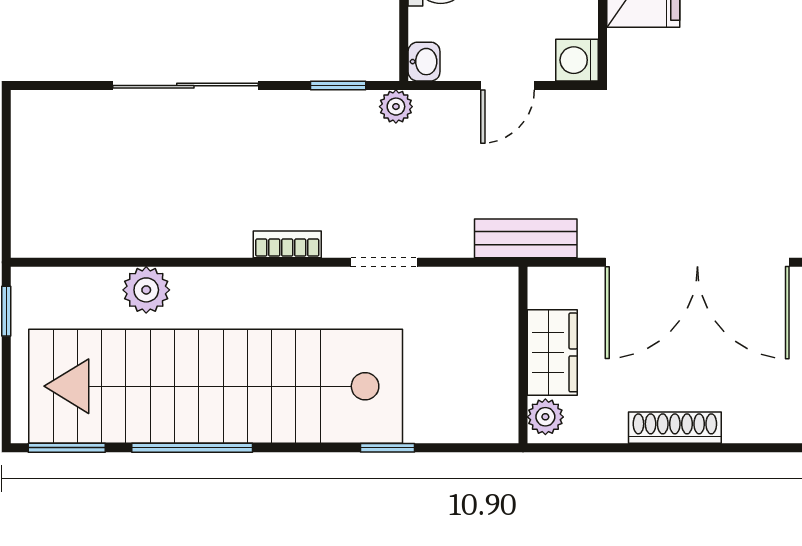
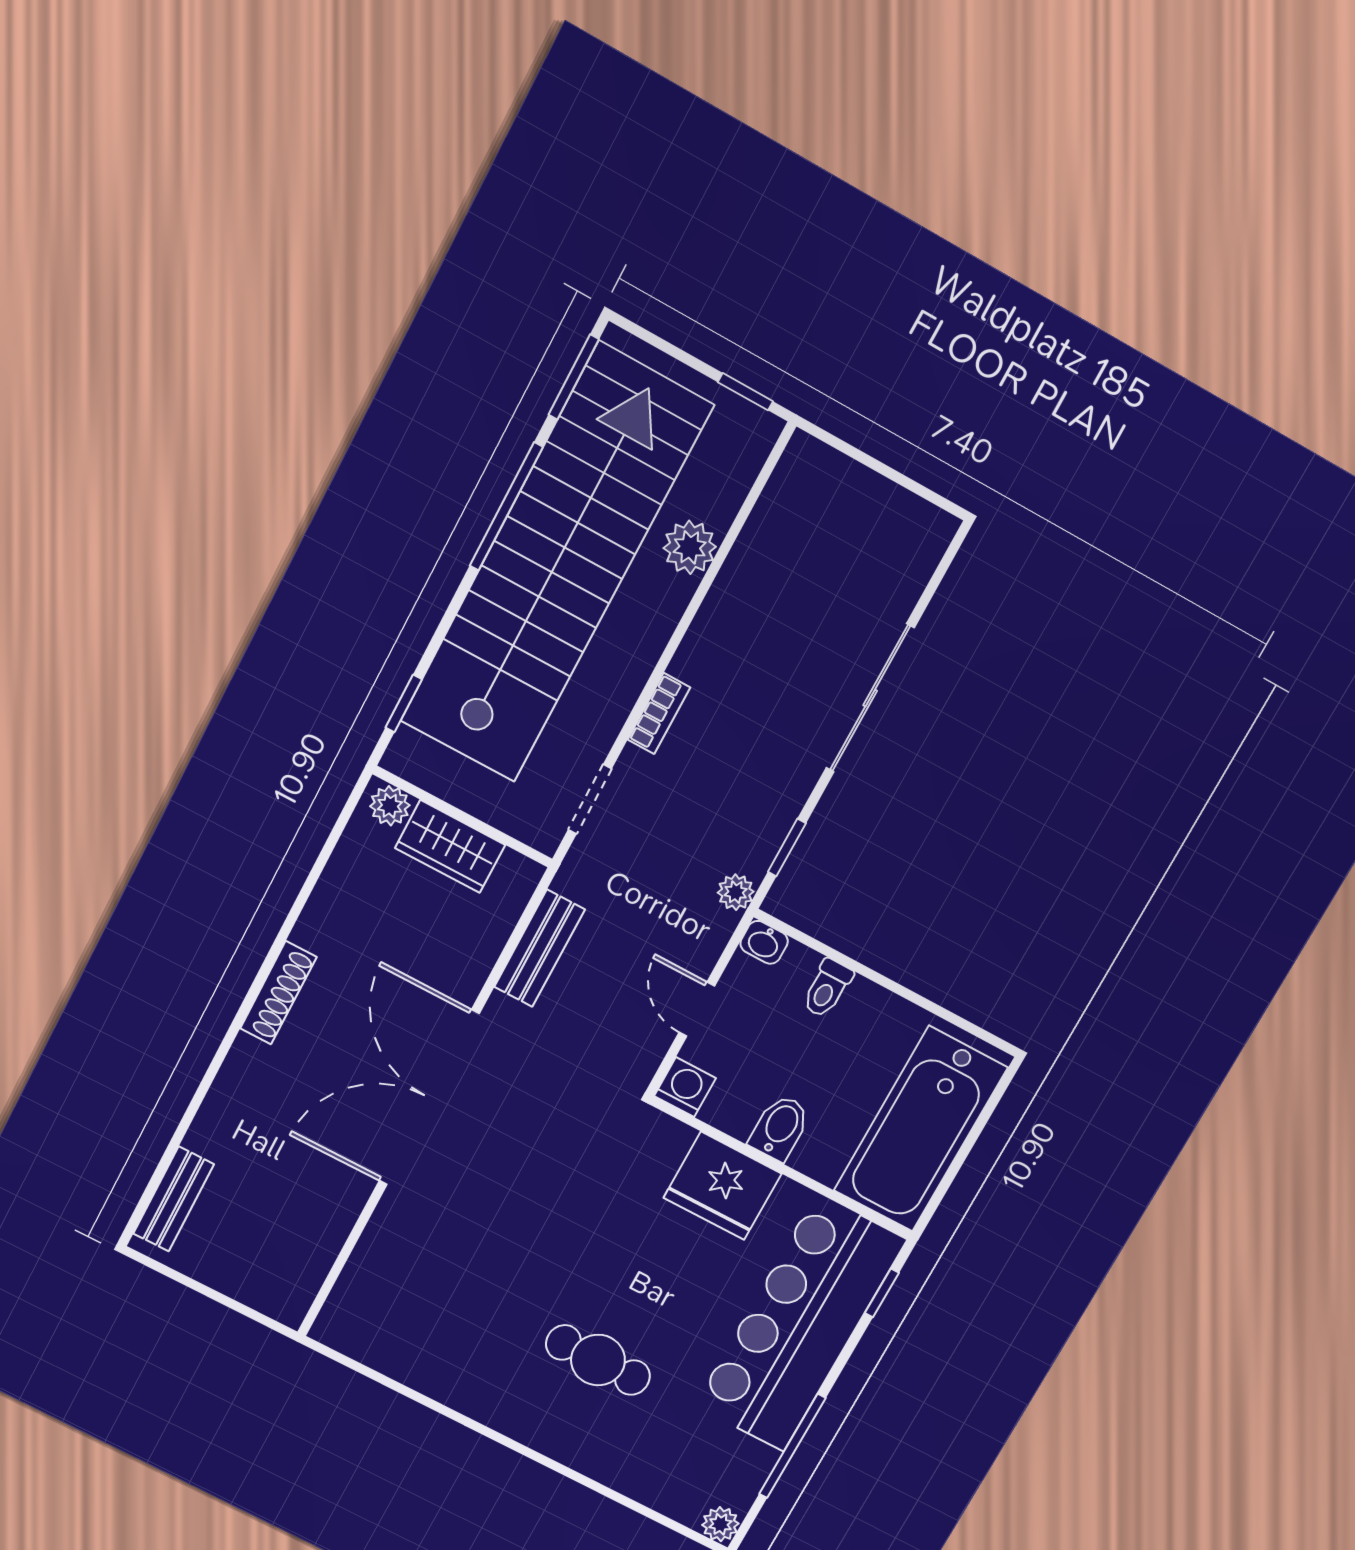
wardrobe: (552, 352) -> (450, 846), moved
wall: (523, 355) -> (463, 817), moved
plant: (545, 417) -> (390, 806), moved

